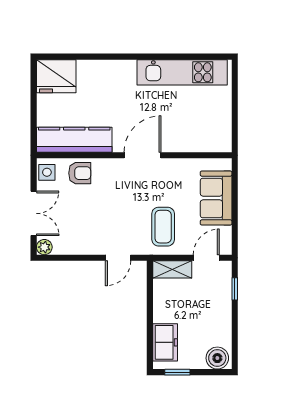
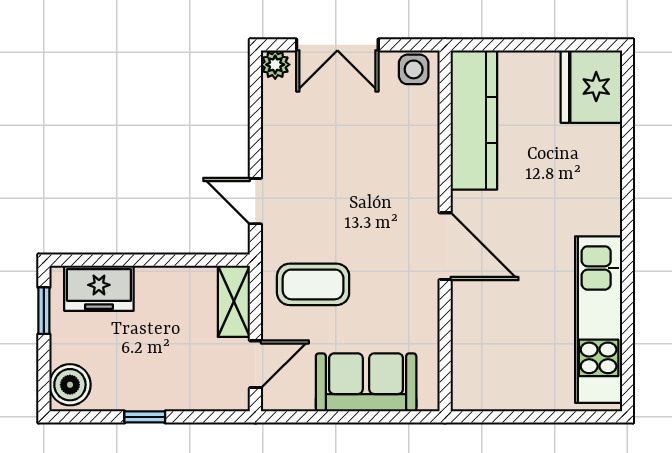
armchair: (80, 173) -> (412, 130), removed
door: (206, 258) -> (255, 364), hinge flipped
window: (235, 289) -> (145, 417), moved

